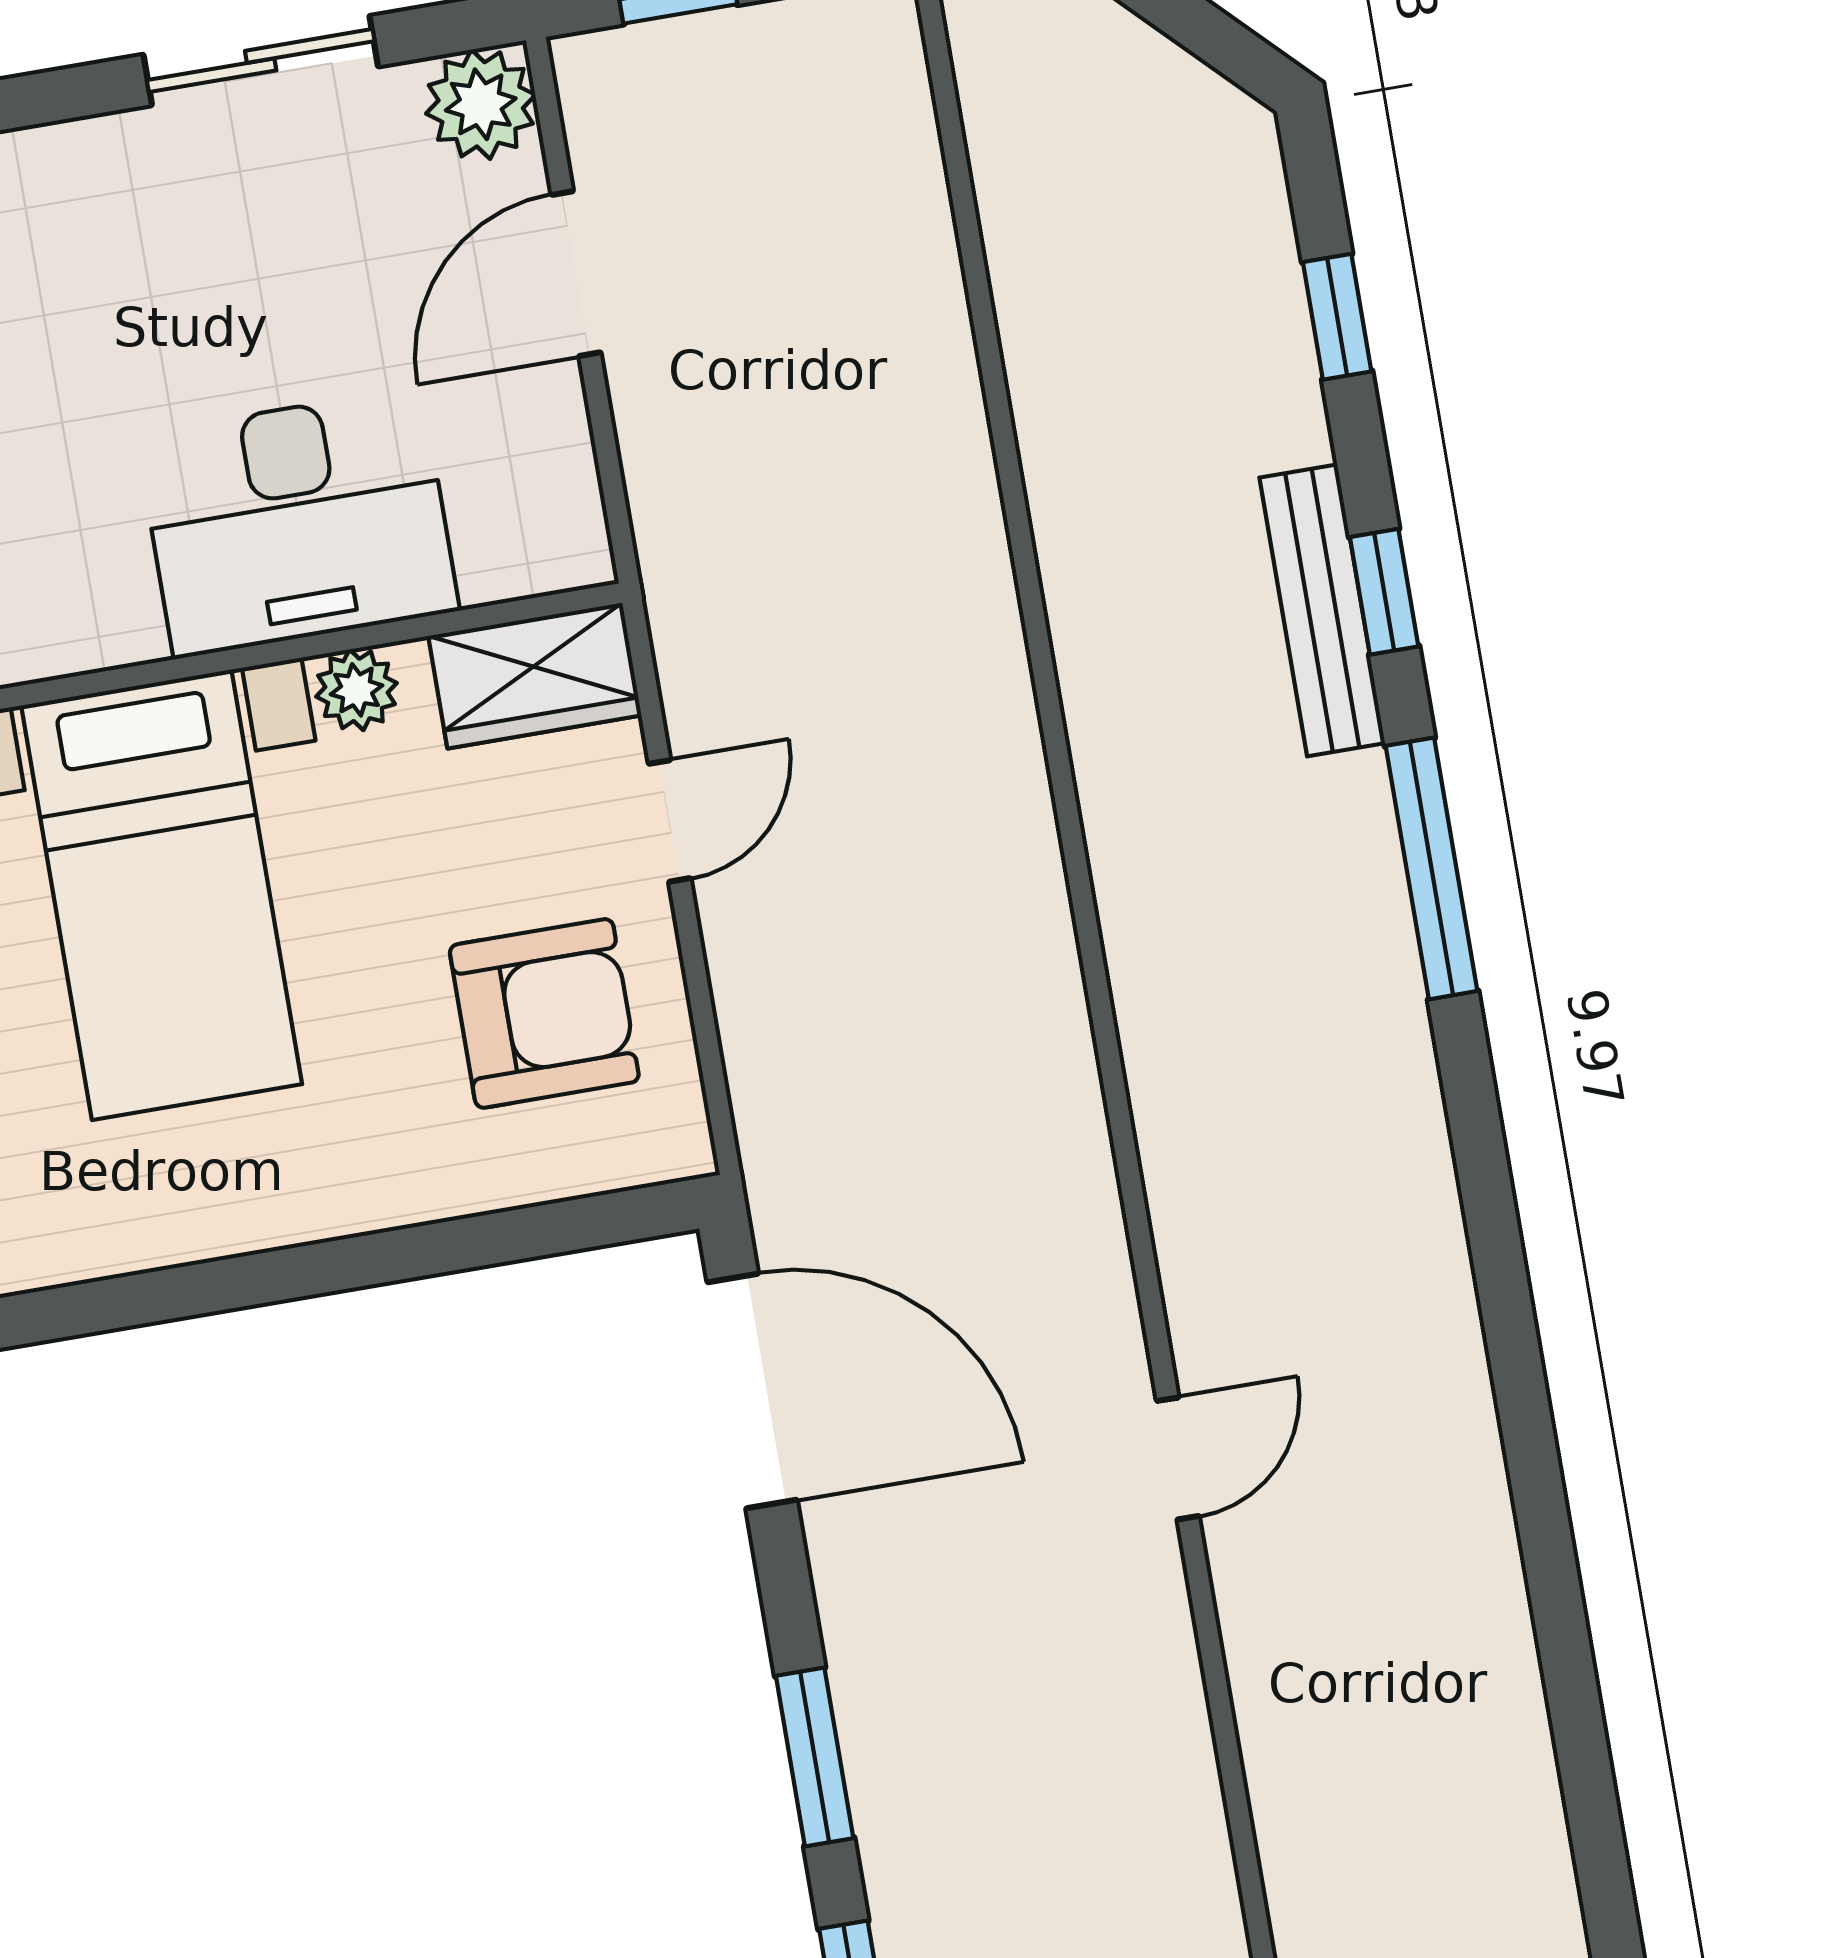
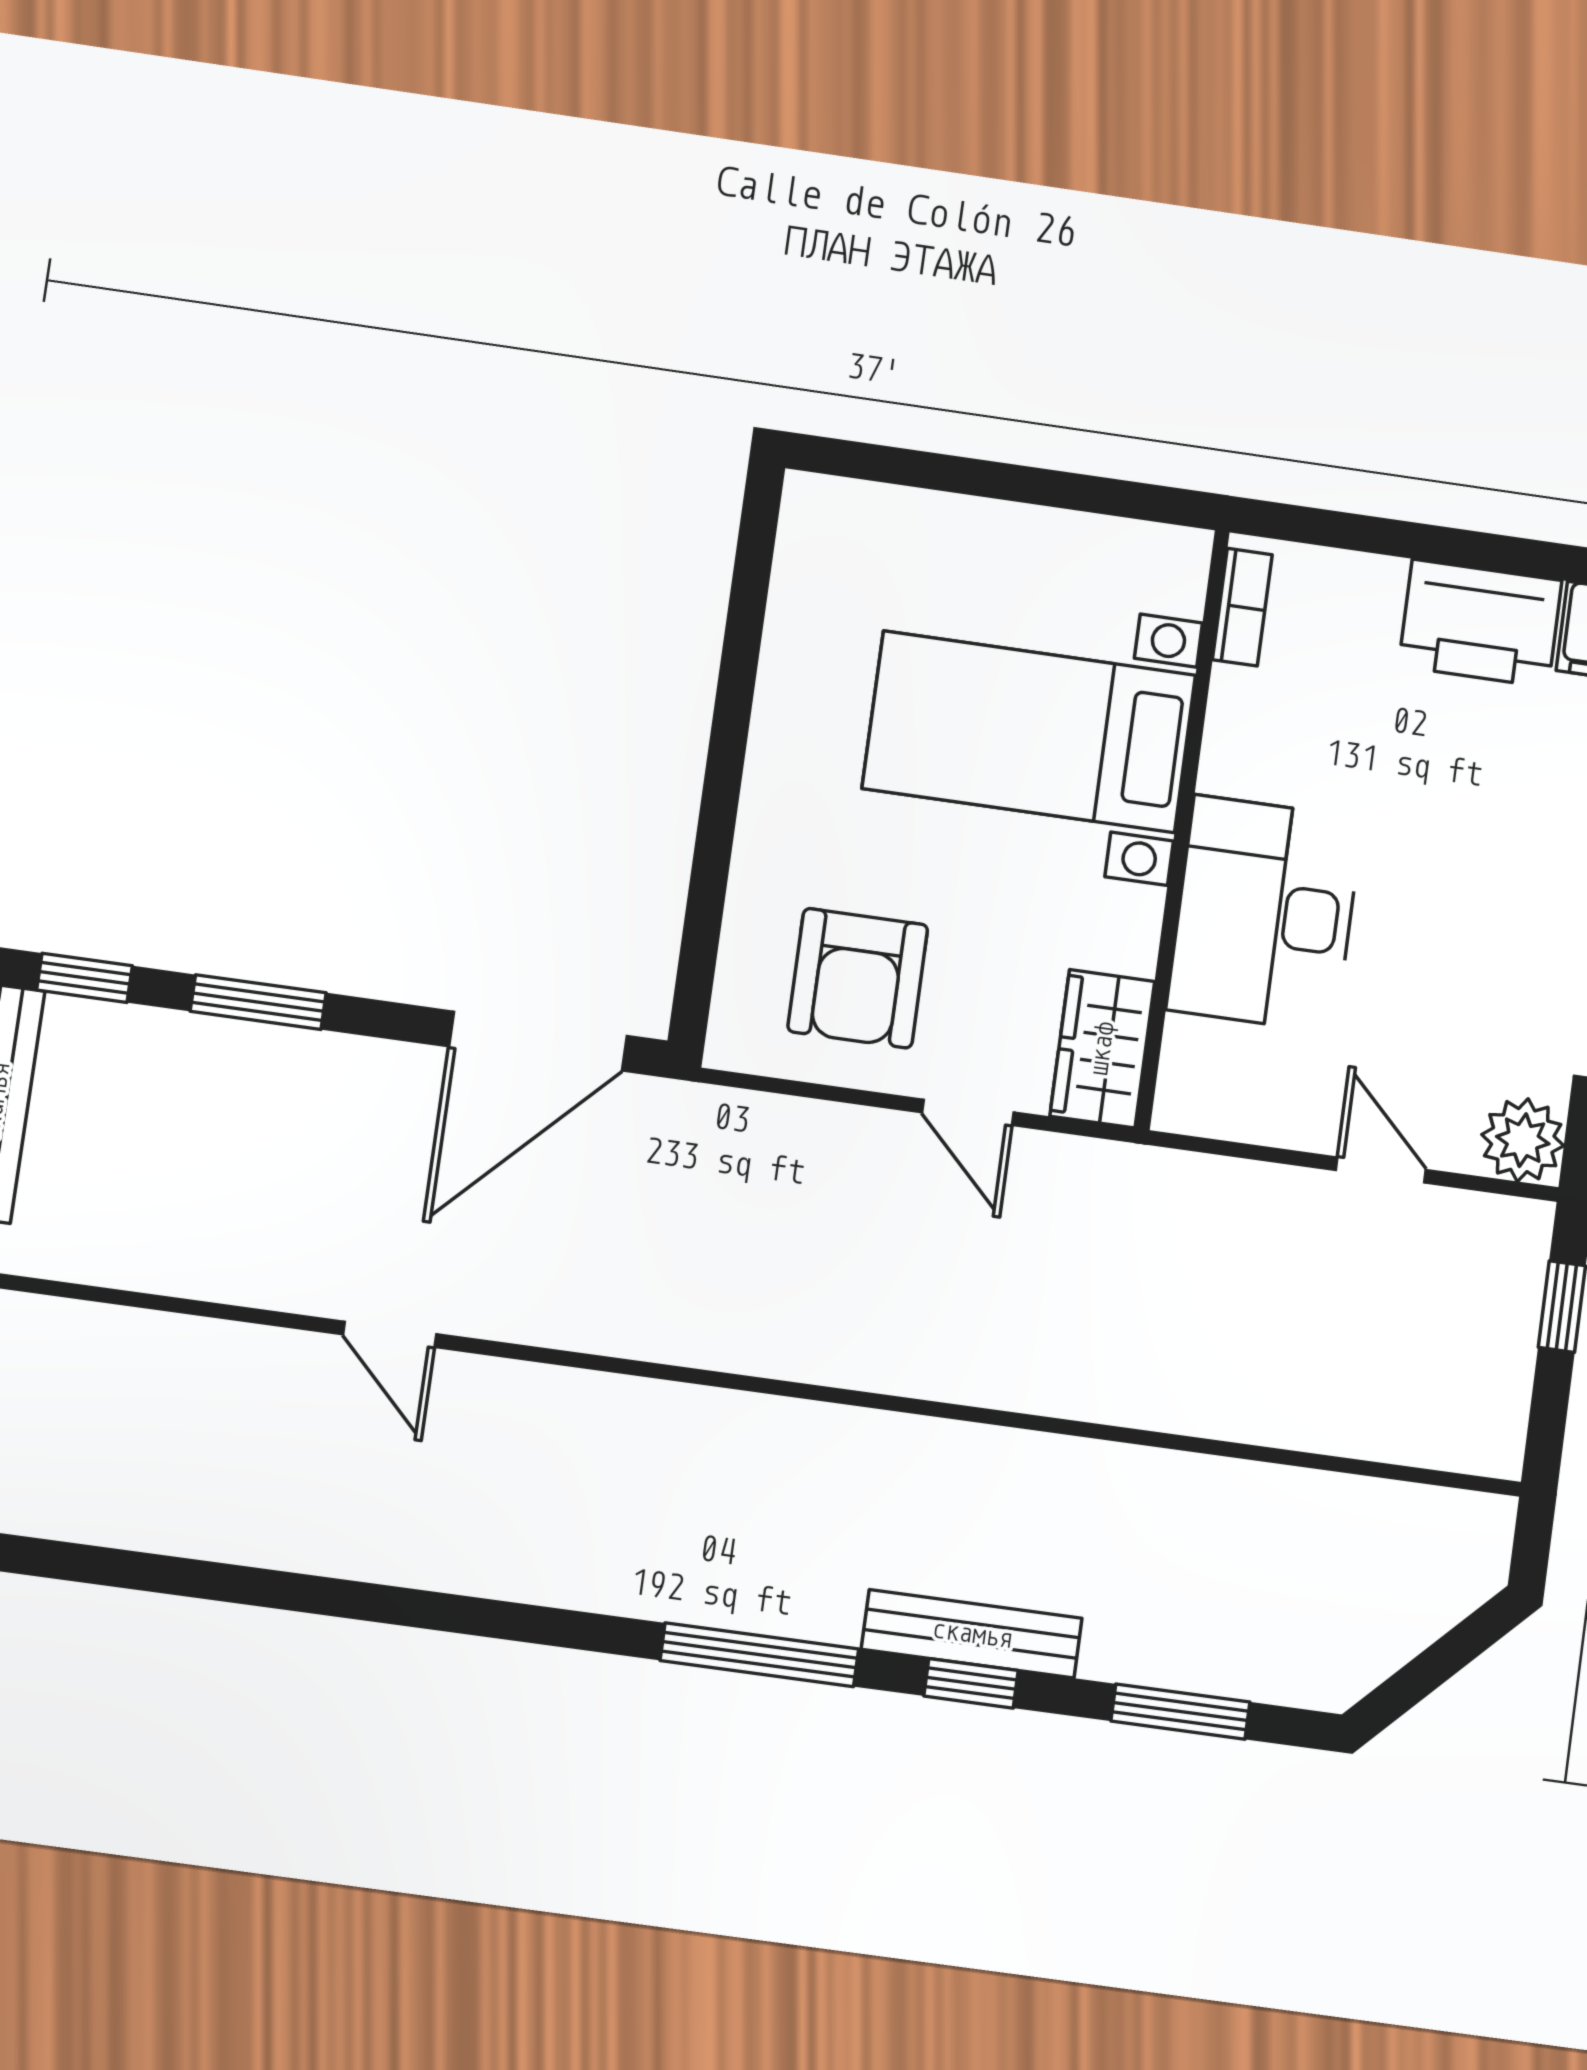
door: (576, 274) -> (1381, 1170), width x0.73
window: (1337, 317) -> (1180, 1712), width x1.50
plant: (357, 690) -> (1132, 918), removed

